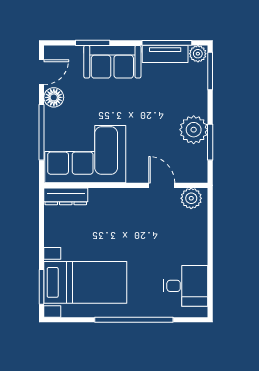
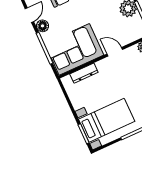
door: (162, 185) -> (115, 52), moved
dresser: (66, 196) -> (84, 73), moved

